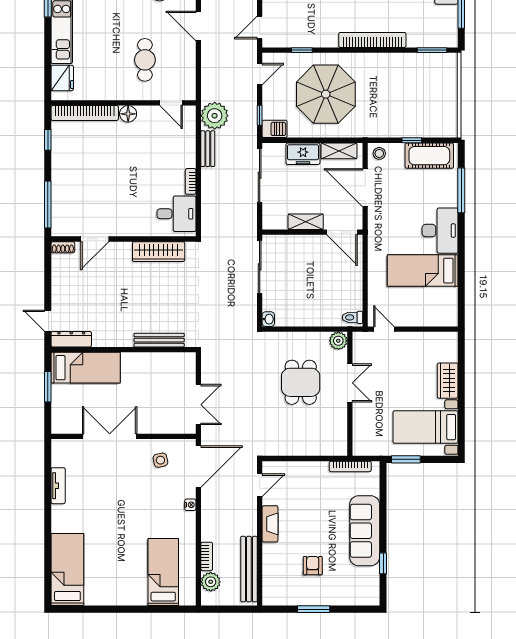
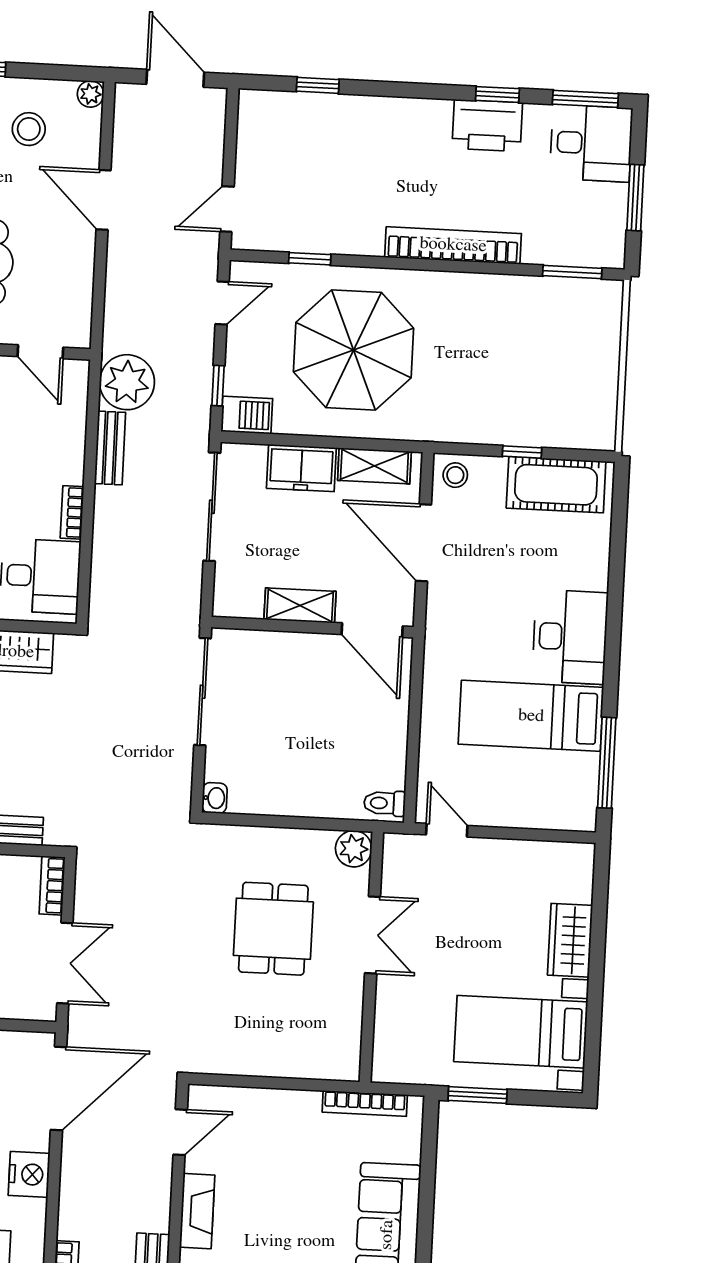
window: (461, 190) -> (607, 763), moved
bookcase: (190, 366) -> (52, 886), added
nightstand: (190, 505) -> (29, 1174), width x1.89, depth x1.79

